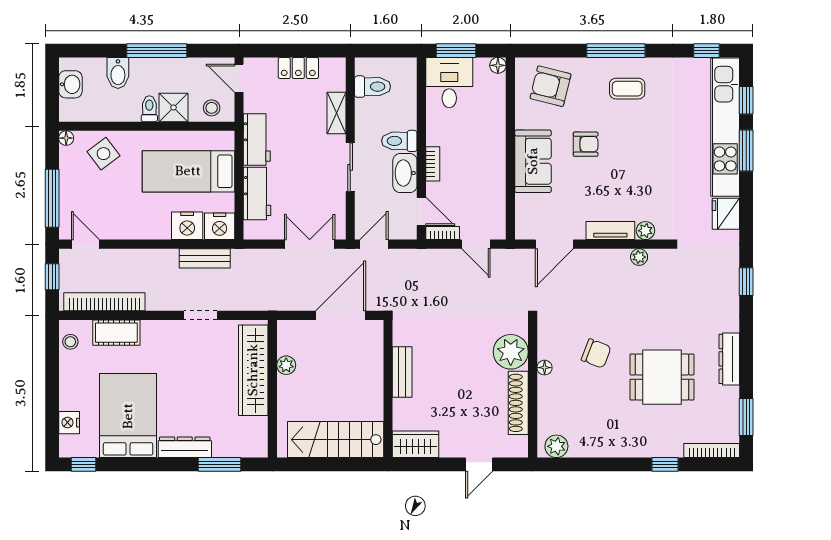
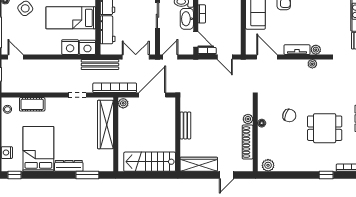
door: (554, 244) -> (267, 57), swing flipped
bench: (205, 258) -> (100, 65), moved, width x1.36
bookcase: (104, 302) -> (115, 88), moved
plant: (511, 352) -> (248, 119), width x0.53, depth x0.53
plant: (286, 365) -> (123, 103), moved
wardrobe: (416, 444) -> (199, 164), width x1.50

